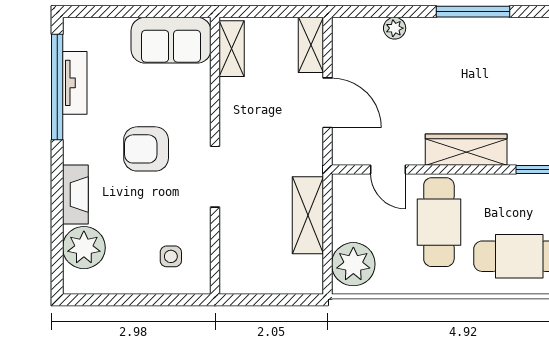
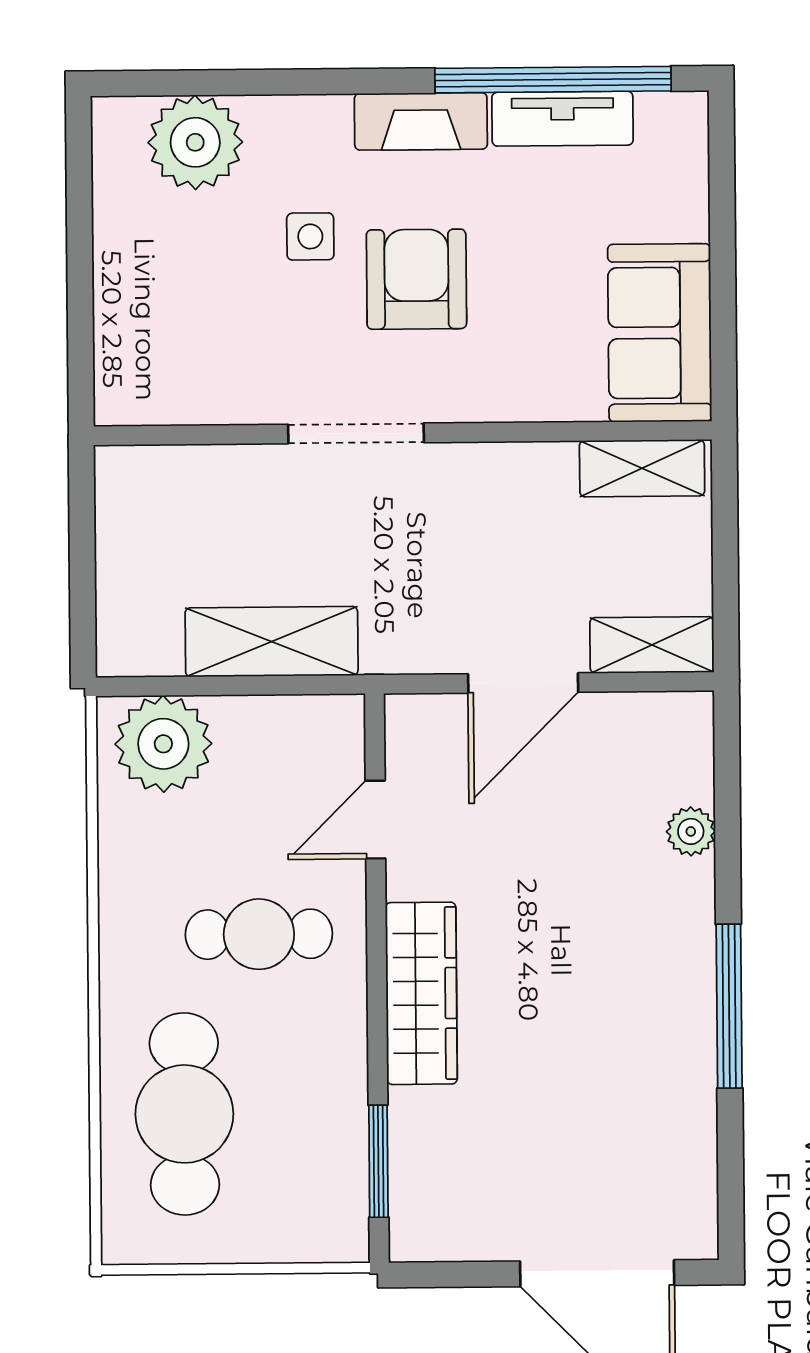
fireplace: (75, 194) -> (421, 121), moved
cafe table: (439, 222) -> (259, 934), width x0.73, depth x0.74
side table: (171, 256) -> (310, 236), moved

